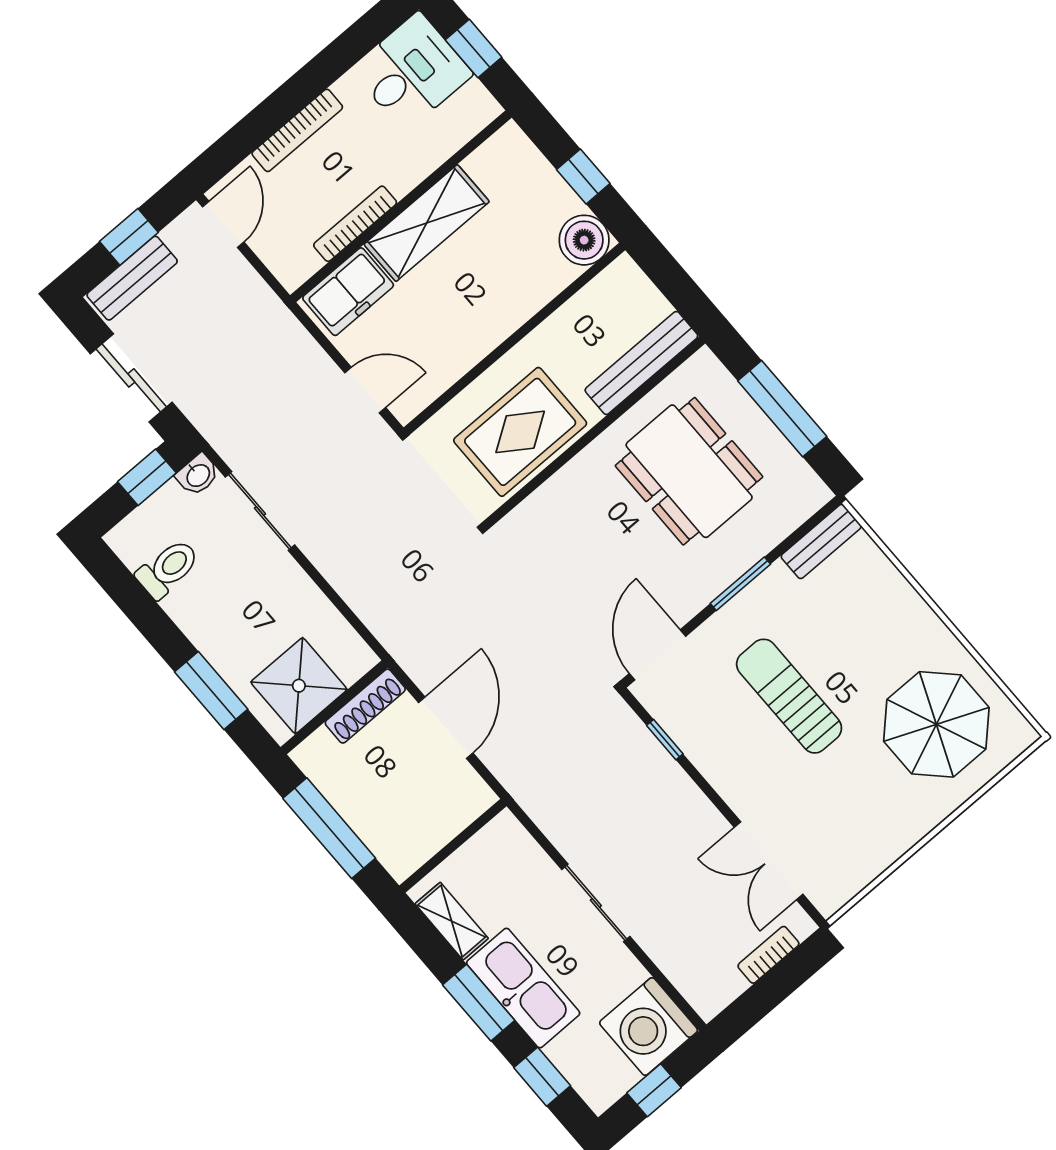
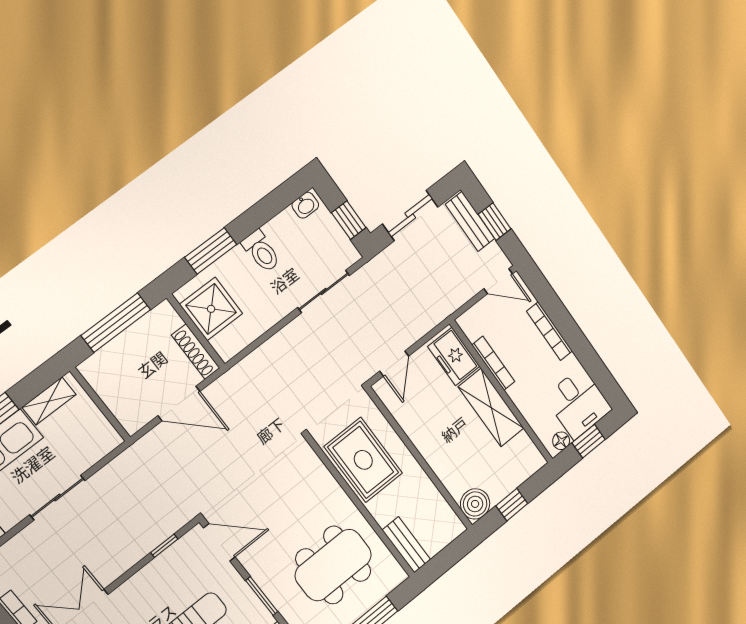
floor lamp: (475, 97) -> (561, 441), added
bench: (641, 363) -> (406, 545), width x0.73
washbasin: (198, 475) -> (305, 205), moved, turned -90
toilet: (168, 569) -> (261, 251), moved

